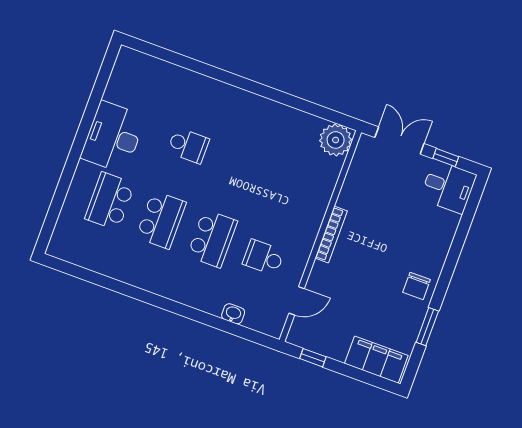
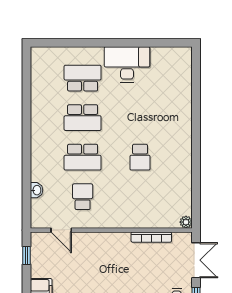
plant: (336, 140) -> (186, 222), width x0.53, depth x0.53
school desk: (188, 146) -> (140, 157), moved
bookcase: (331, 235) -> (151, 237), moved

